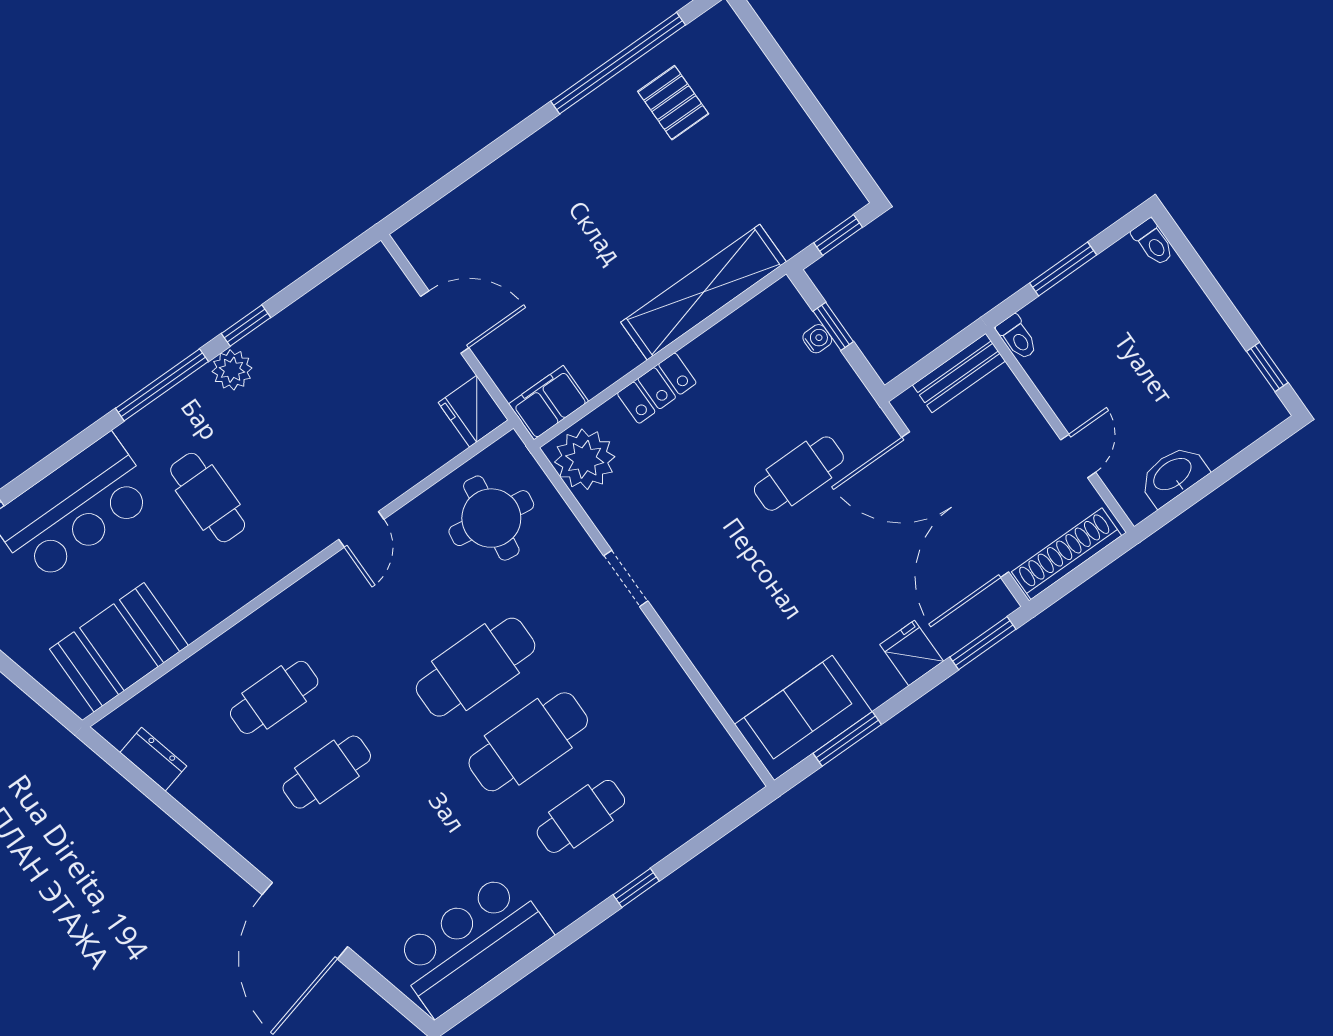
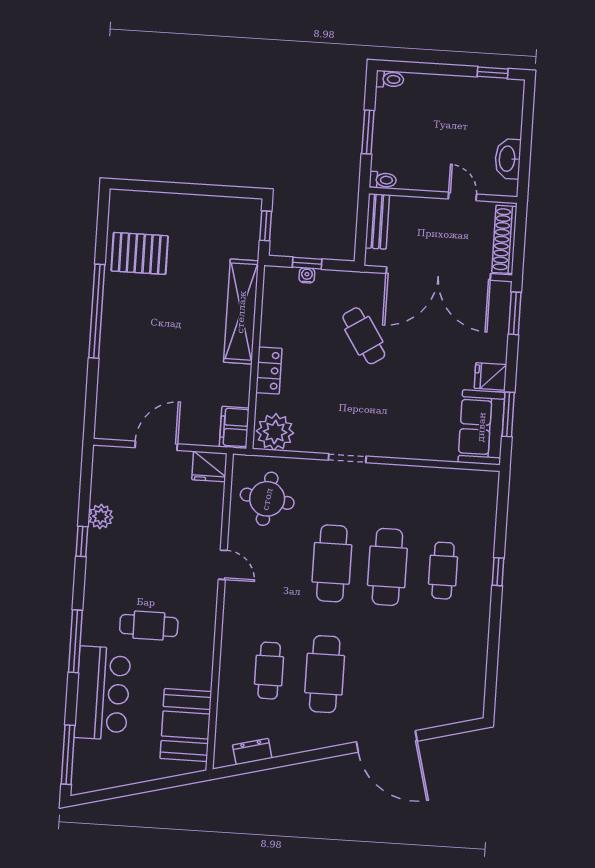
window: (618, 63) -> (97, 311), moved
pallet: (673, 103) -> (140, 253), width x1.50, depth x1.42
plant: (232, 370) -> (101, 516), moved
window: (162, 385) -> (75, 641), moved
cafe table: (799, 474) -> (364, 336), turned -33
fridge: (912, 653) -> (490, 376), moved
cafe table: (327, 772) -> (325, 674), width x1.37, depth x1.35
bar counter: (472, 944) -> (462, 671), removed

